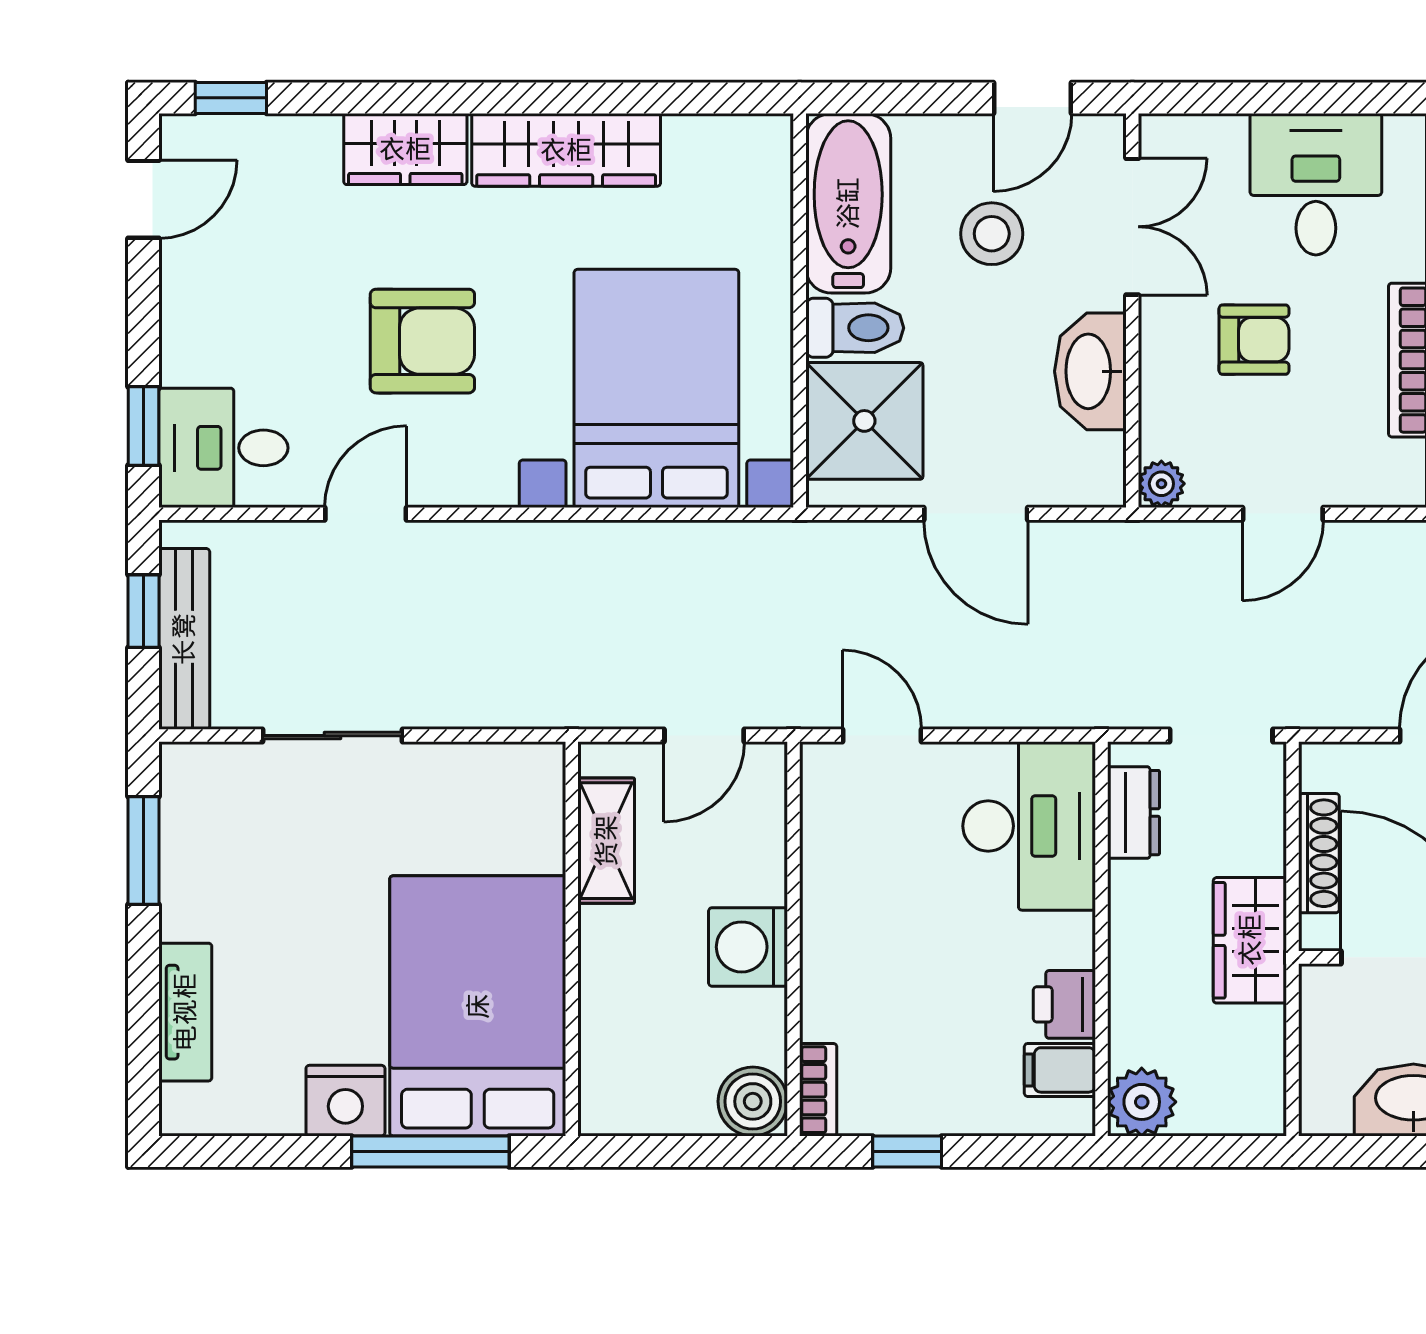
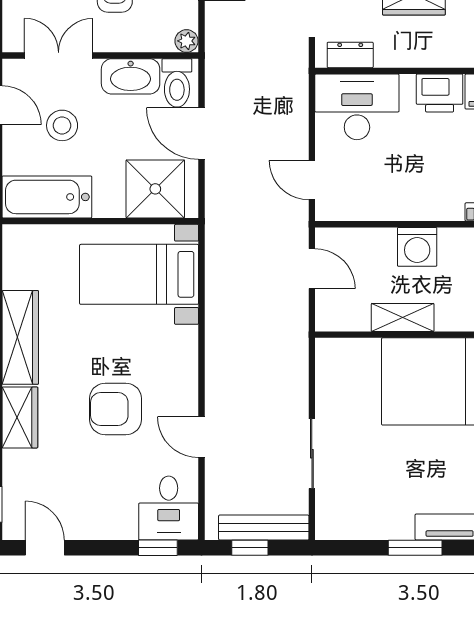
toilet: (855, 328) -> (177, 83), moved, turned 180
armchair: (422, 341) -> (116, 409), turned -90
bed with nightstands: (656, 388) -> (139, 274), width x0.73
door: (976, 514) -> (201, 133), swing flipped
door: (882, 736) -> (312, 180), hinge flipped
shelving: (606, 841) -> (403, 317), moved
window: (144, 850) -> (415, 548), moved
printer: (1064, 1004) -> (440, 93), width x1.36, depth x1.24

